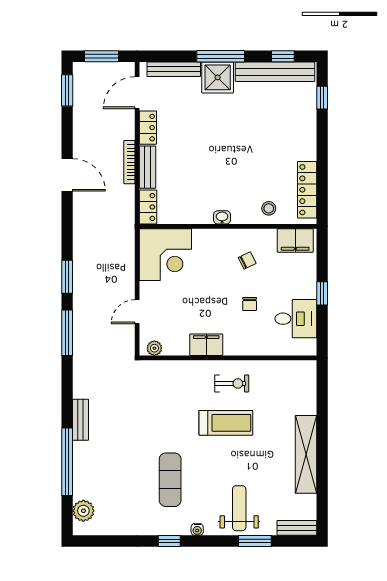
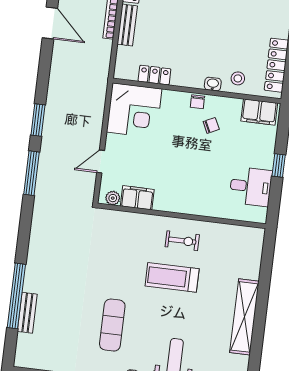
locker: (148, 207) -> (154, 75), moved, turned -90
washbasin: (222, 217) -> (213, 84), moved
chair: (250, 304) -> (197, 102), moved
filing cabinet: (206, 345) -> (137, 198), moved
bench: (81, 420) -> (27, 313), moved
treadmill: (226, 423) -> (172, 277), turned 180
plant: (83, 511) -> (26, 344), removed

